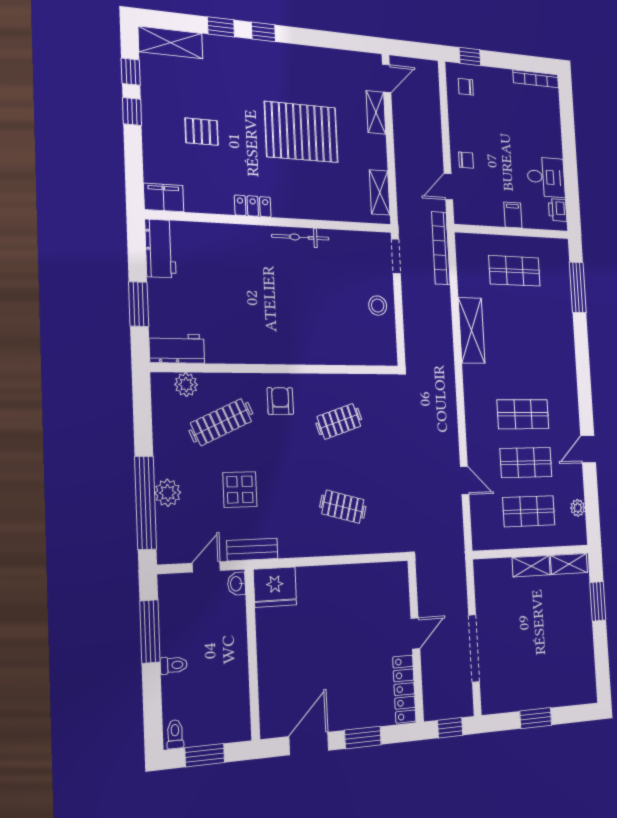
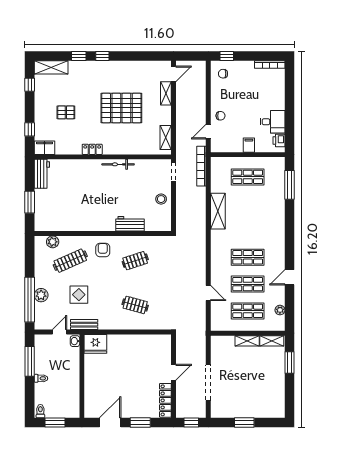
window: (132, 112) -> (30, 129), moved
workbench: (177, 348) -> (130, 224), moved

